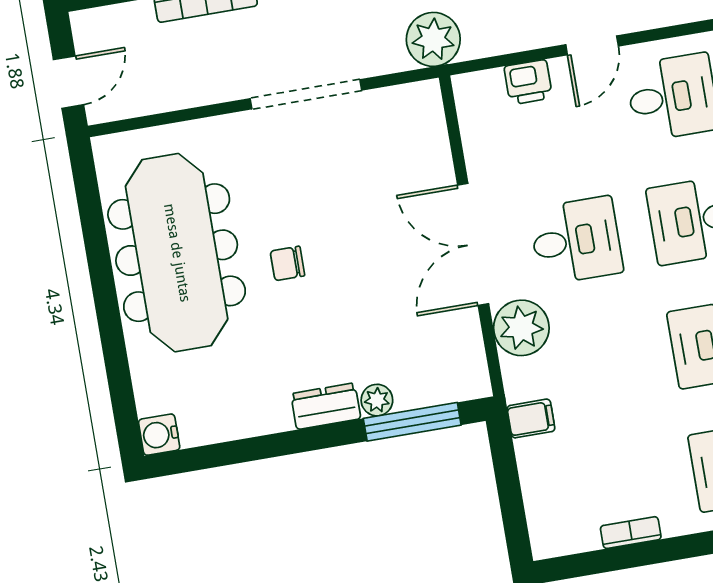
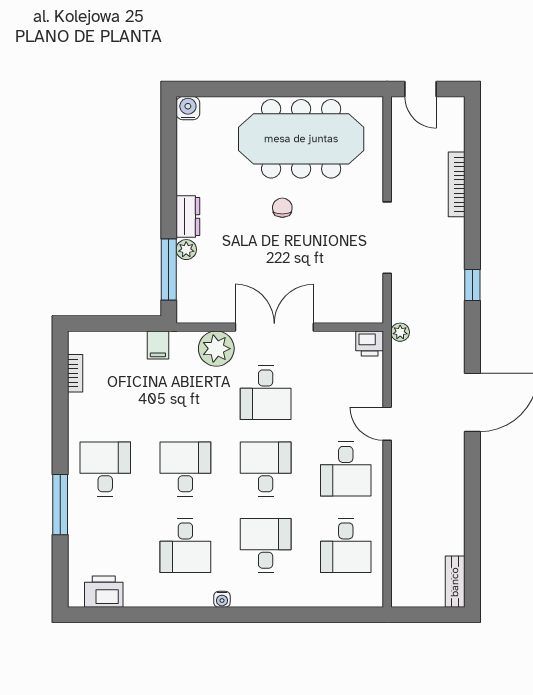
plant: (433, 39) -> (400, 332), width x0.53, depth x0.53
printer: (528, 82) -> (370, 343), moved, turned -90
bookcase: (631, 533) -> (75, 373), moved

